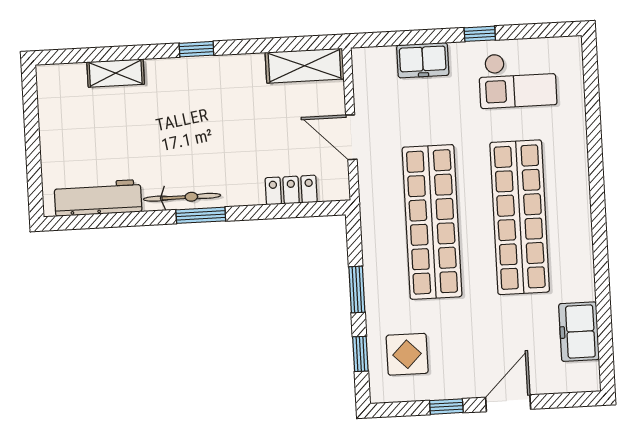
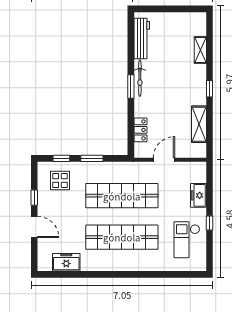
shelving: (305, 66) -> (199, 124), moved

